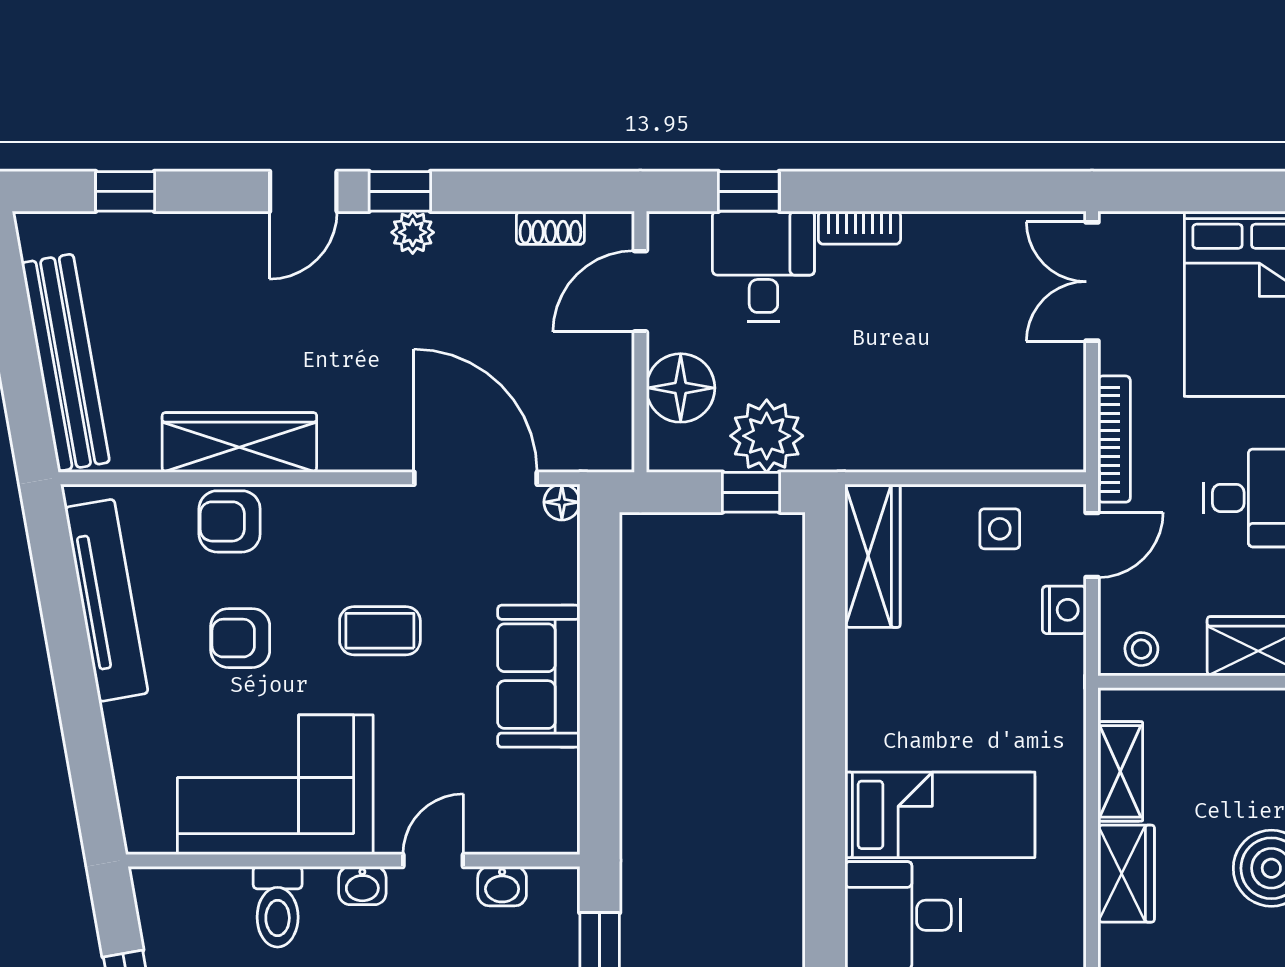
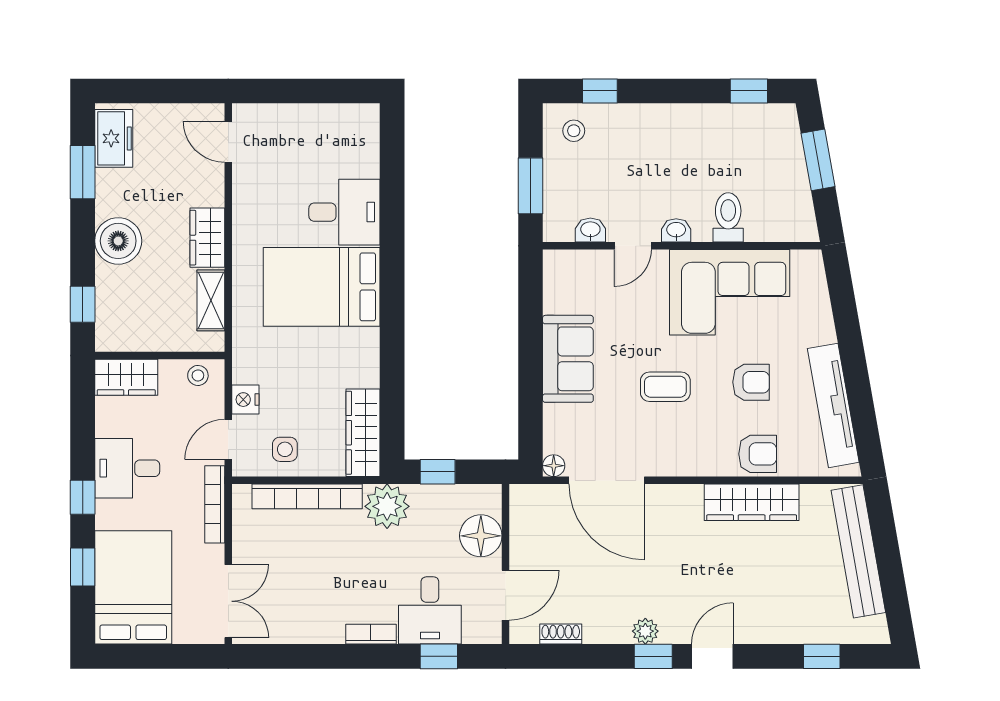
plant: (767, 436) -> (387, 506), moved
bookcase: (963, 452) -> (307, 496), added
bed: (940, 815) -> (322, 287), width x1.50

